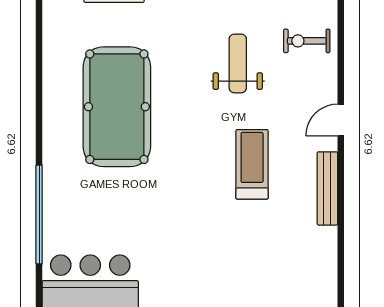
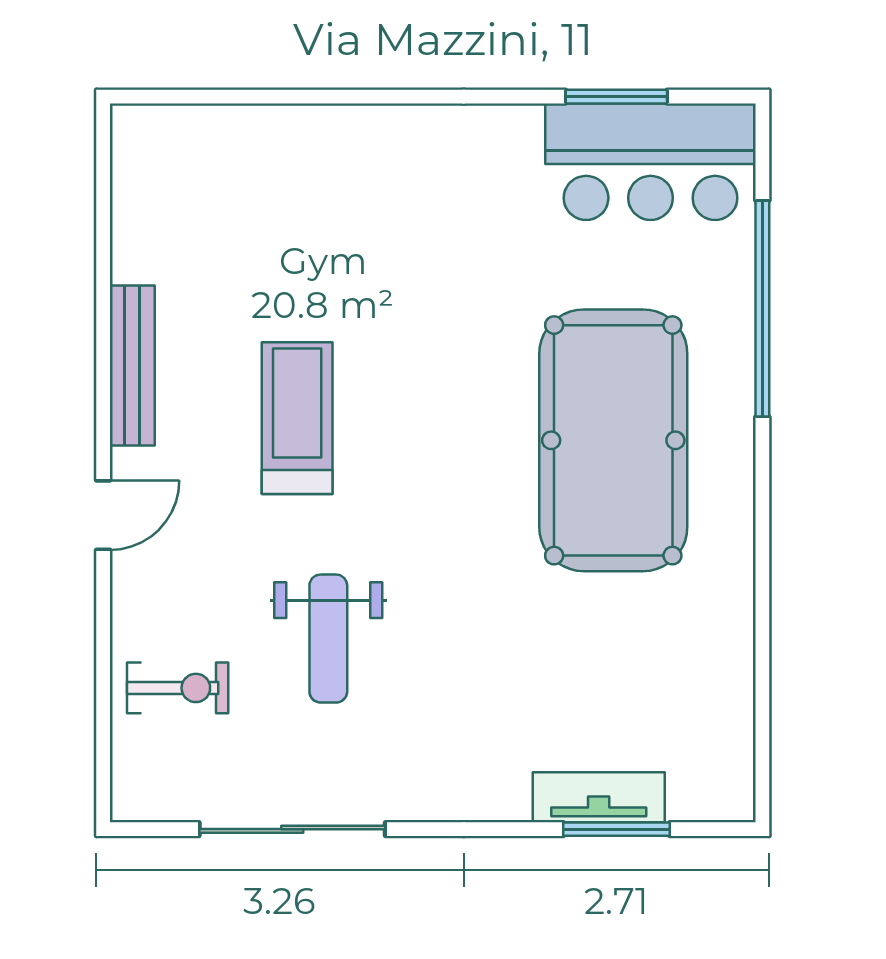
pool table: (117, 107) -> (613, 440), moved
treadmill: (252, 164) -> (297, 418), turned 180

